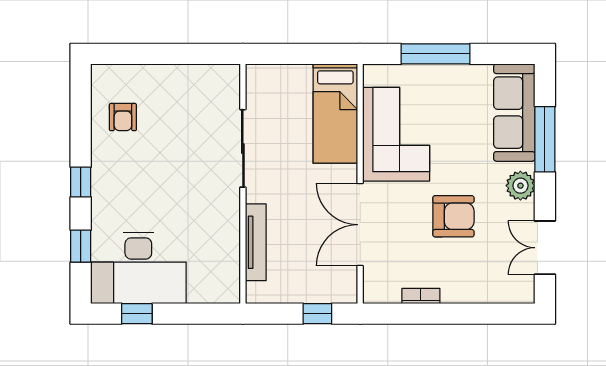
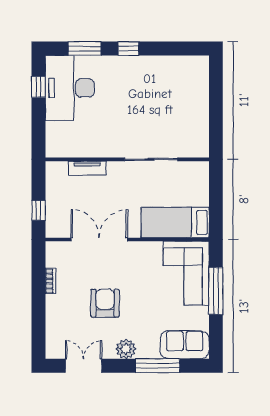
sofa: (514, 113) -> (185, 345), width x0.73
armchair: (123, 117) -> (173, 77), removed
corner sofa: (396, 134) -> (186, 273), moved, turned 90
armchair: (453, 216) -> (105, 303), turned 180
tv unit: (256, 242) -> (87, 168), width x0.71
window: (81, 246) -> (85, 48), width x1.50

